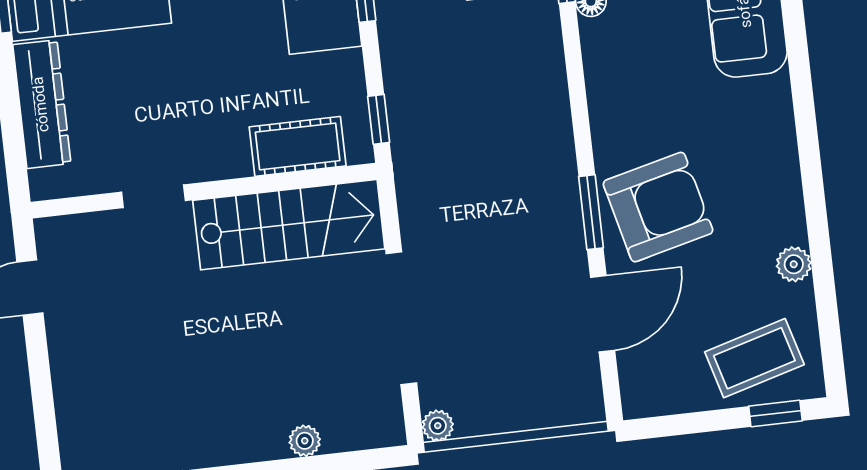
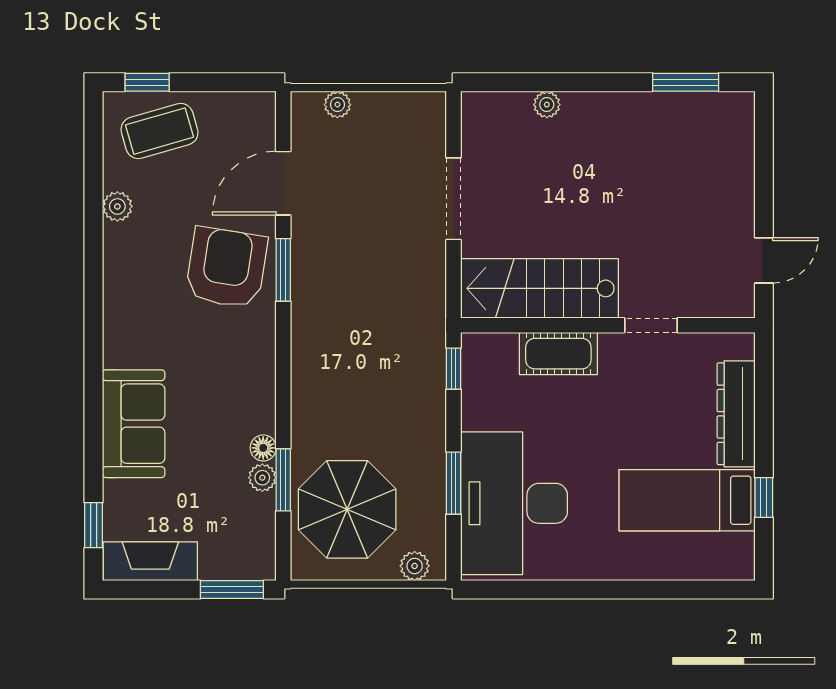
cot: (298, 146) -> (558, 354), moved
armchair: (658, 207) -> (226, 268), turned 113
doorway: (401, 318) -> (454, 199), width x0.73
plant: (438, 426) -> (337, 105), moved

